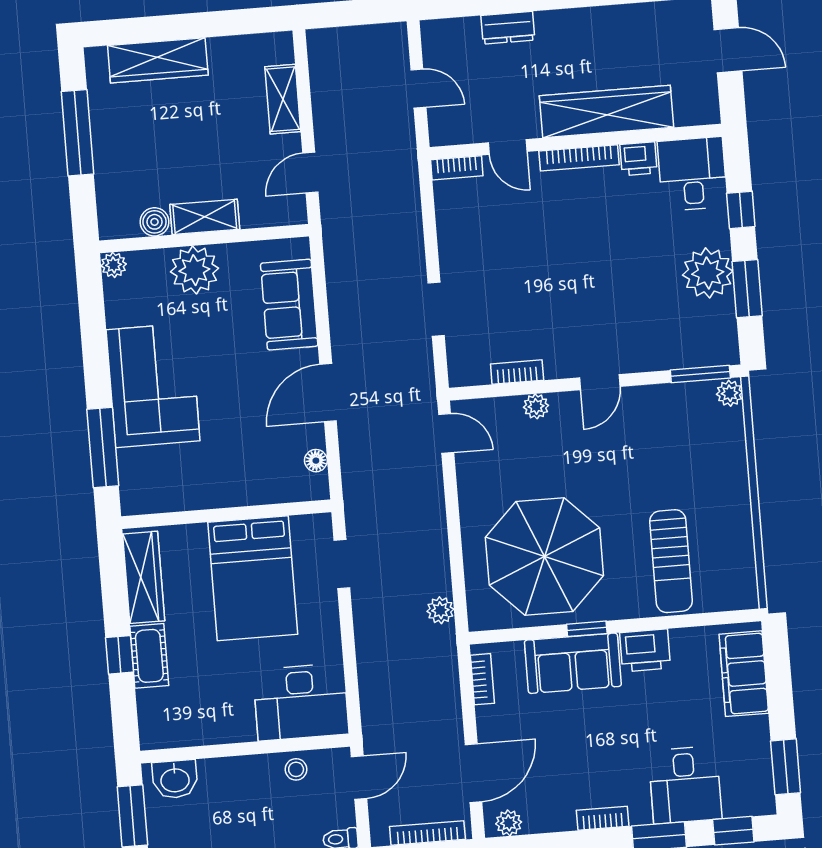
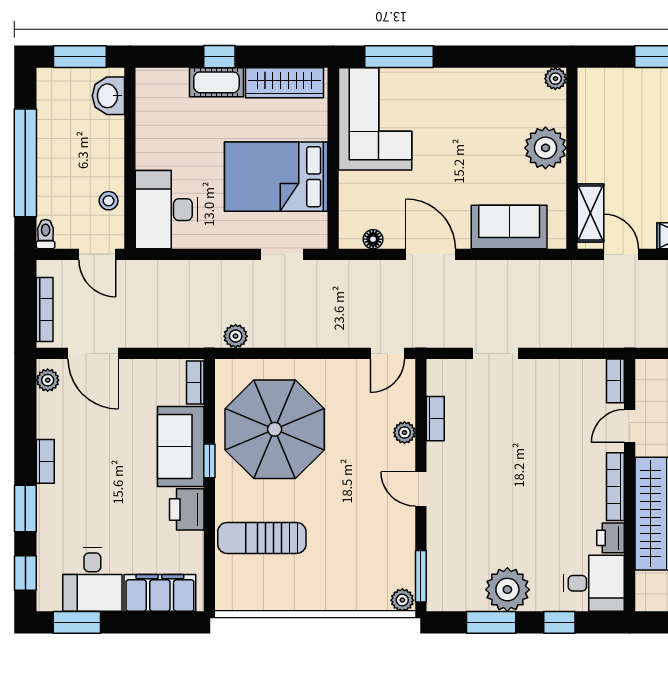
shelving: (205, 217) -> (591, 213), moved
boiler: (155, 222) -> (590, 117), removed
corner sofa: (153, 385) -> (375, 119), moved, turned -90
bookcase: (482, 679) -> (195, 382), moved, turned 90
desk: (685, 785) -> (92, 580), moved, turned -90

